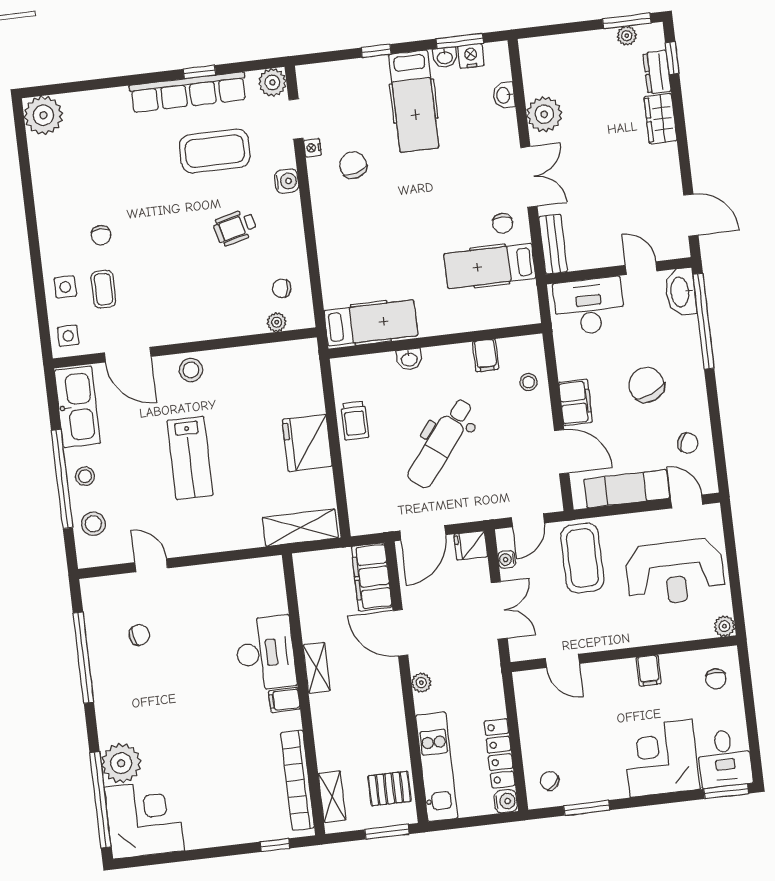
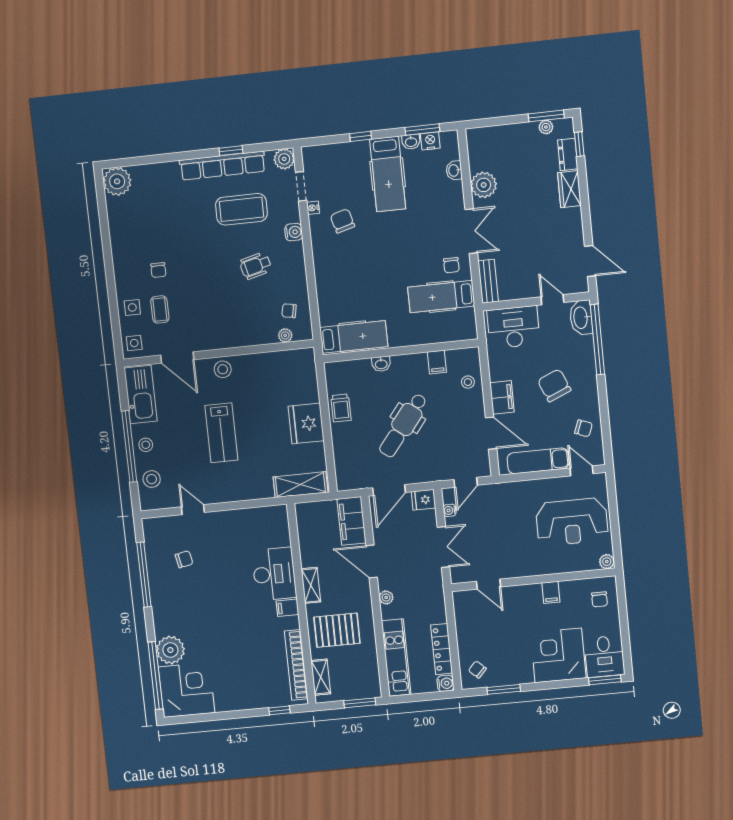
coffee table: (582, 558) -> (505, 510), removed
pallet: (389, 789) -> (337, 630), moved, width x1.50, depth x1.42

